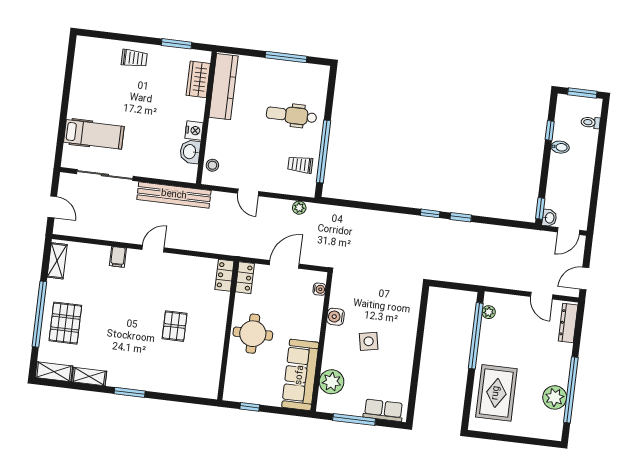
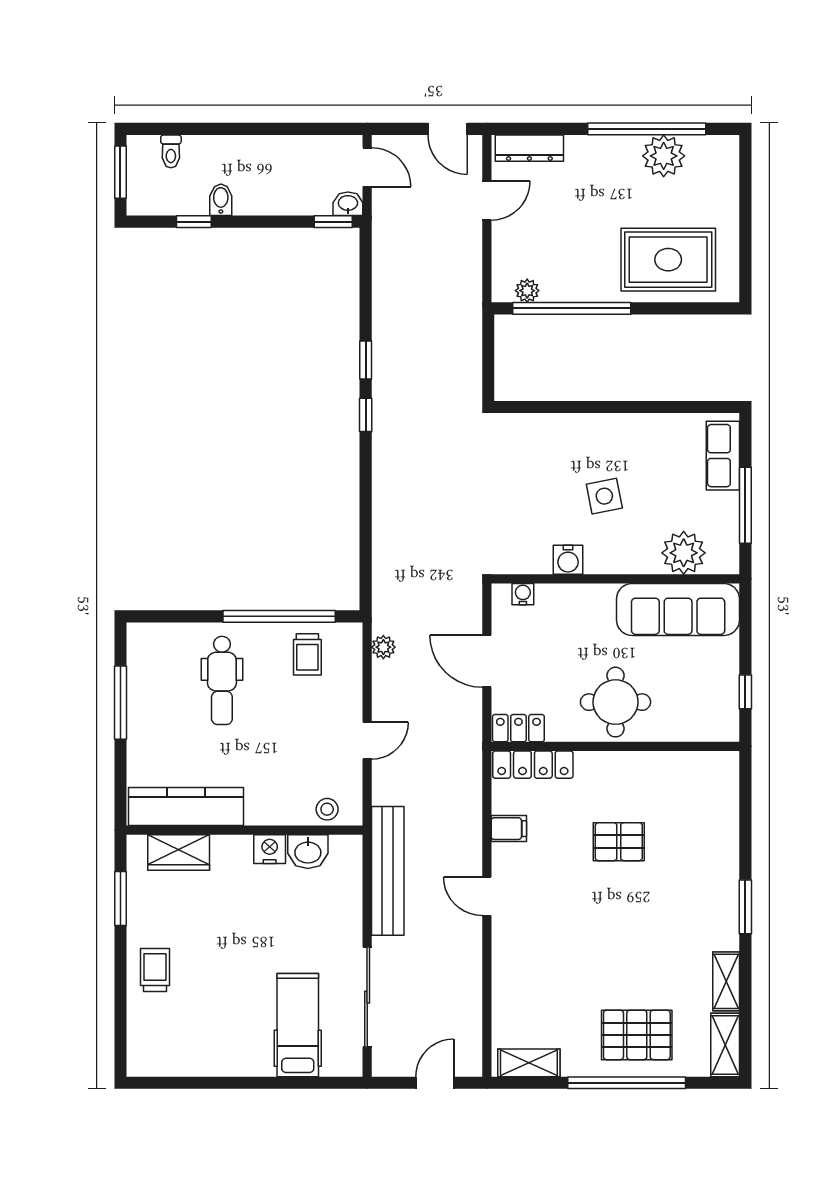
filing cabinet: (118, 257) -> (509, 829), moved
locker: (224, 275) -> (533, 765), width x1.53

